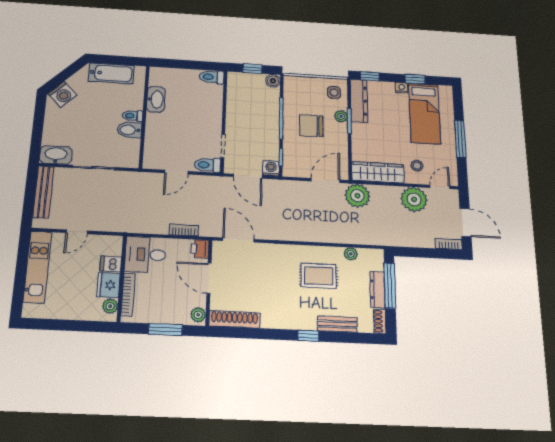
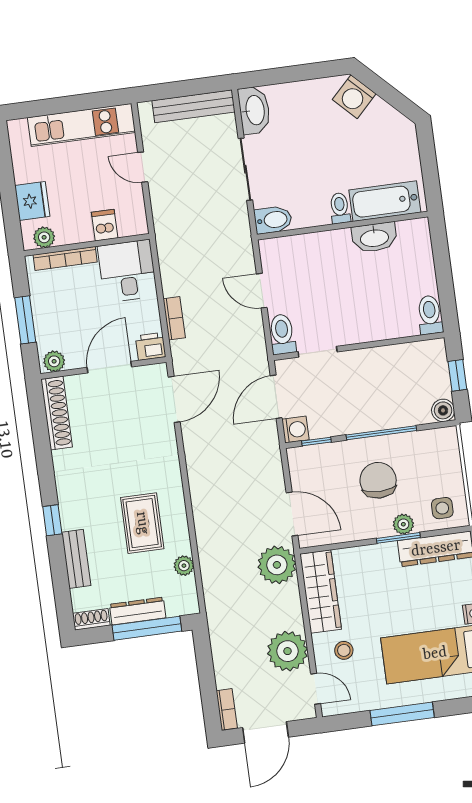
bathtub: (111, 73) -> (385, 201), moved, turned 90
bidet: (129, 130) -> (273, 220), moved, turned 90
fridge: (109, 285) -> (32, 201), moved, turned 90

